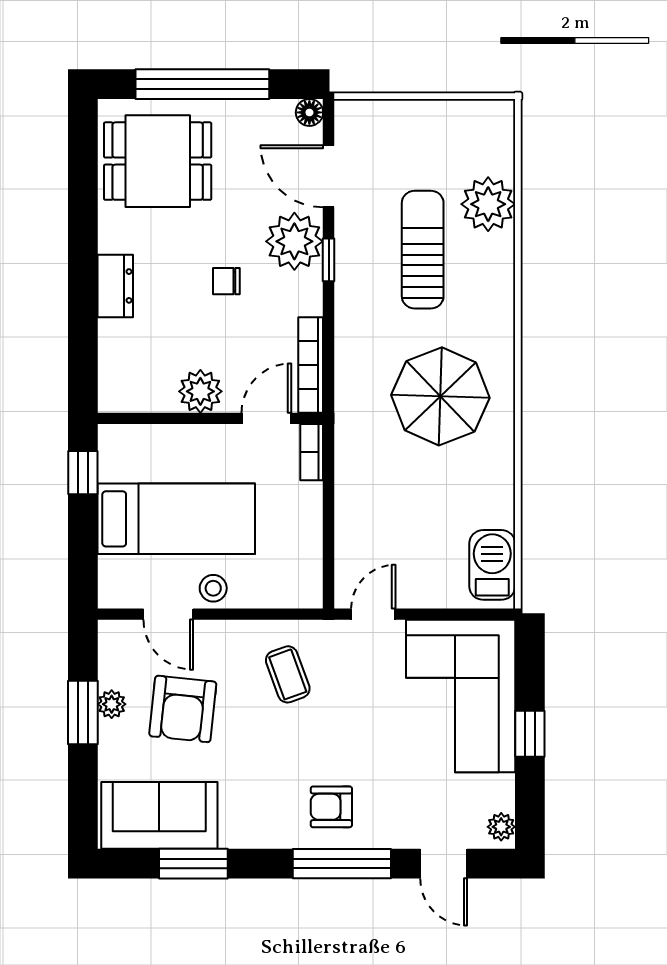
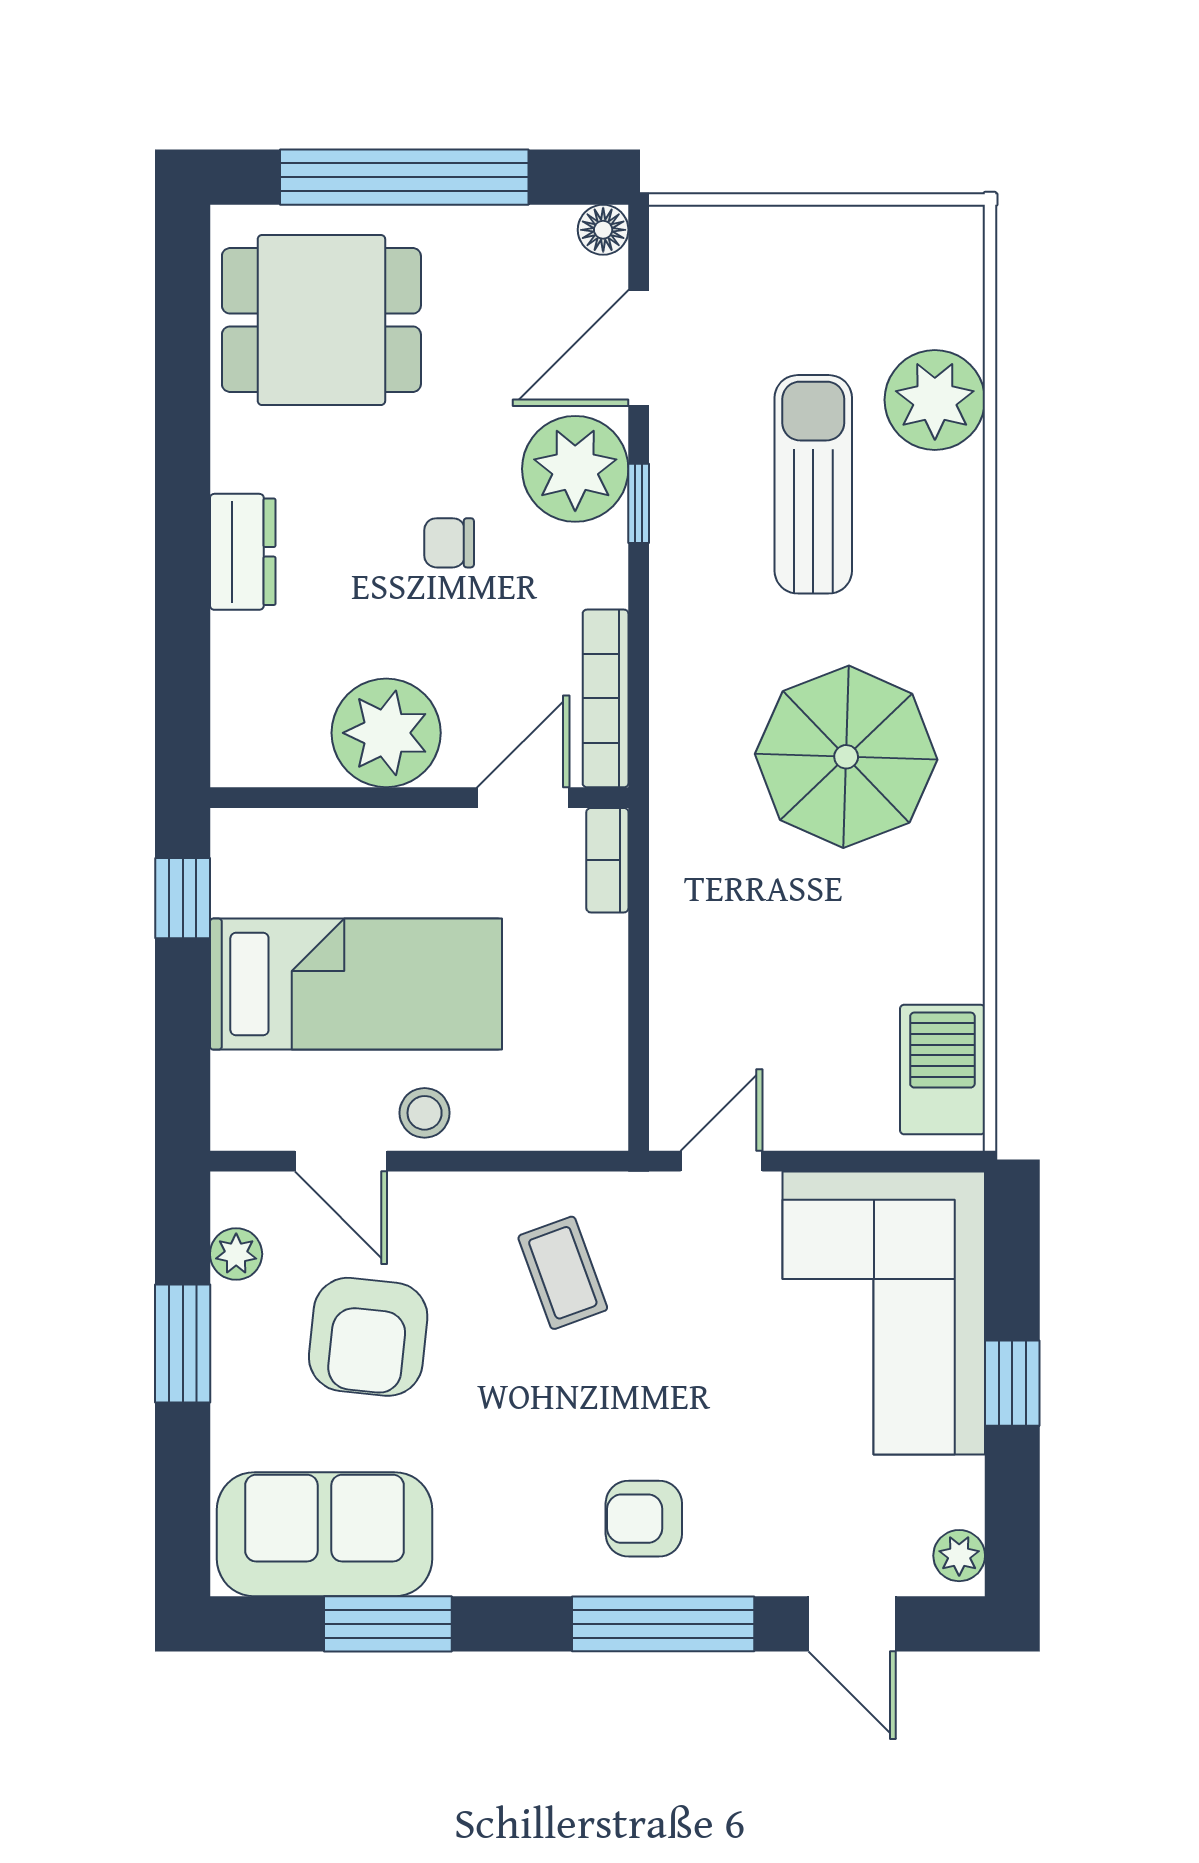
door: (329, 176) -> (639, 348), hinge flipped
plant: (200, 391) -> (386, 733), width x1.36, depth x1.36
plant: (112, 704) -> (236, 1254), moved

